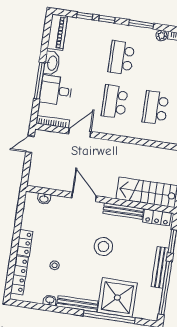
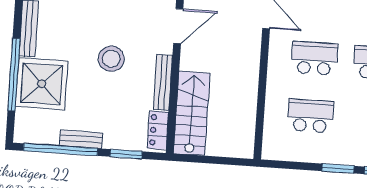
bench: (160, 267) -> (81, 139), width x0.73

